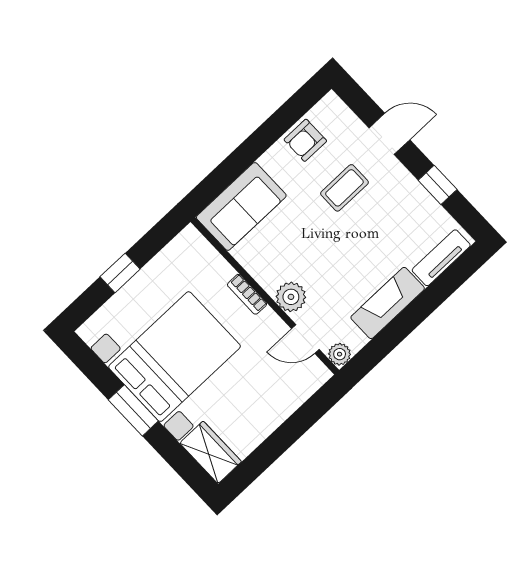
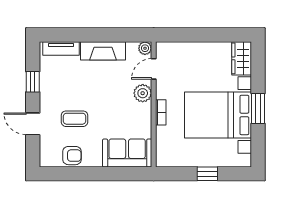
door: (305, 339) -> (154, 69), swing flipped

